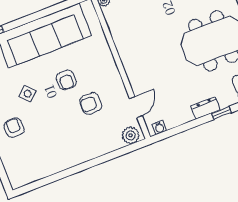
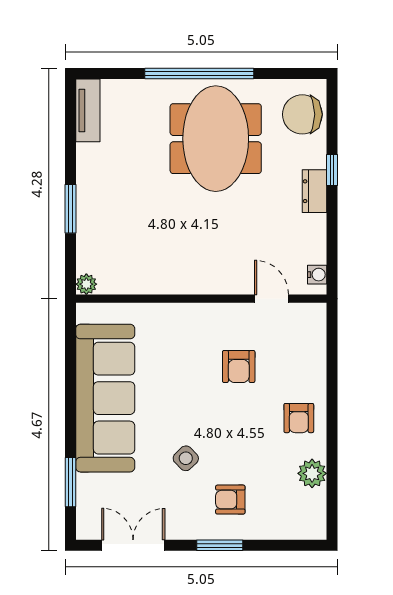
armchair: (66, 80) -> (299, 418), moved, turned 90
plant: (131, 135) -> (312, 473), moved

